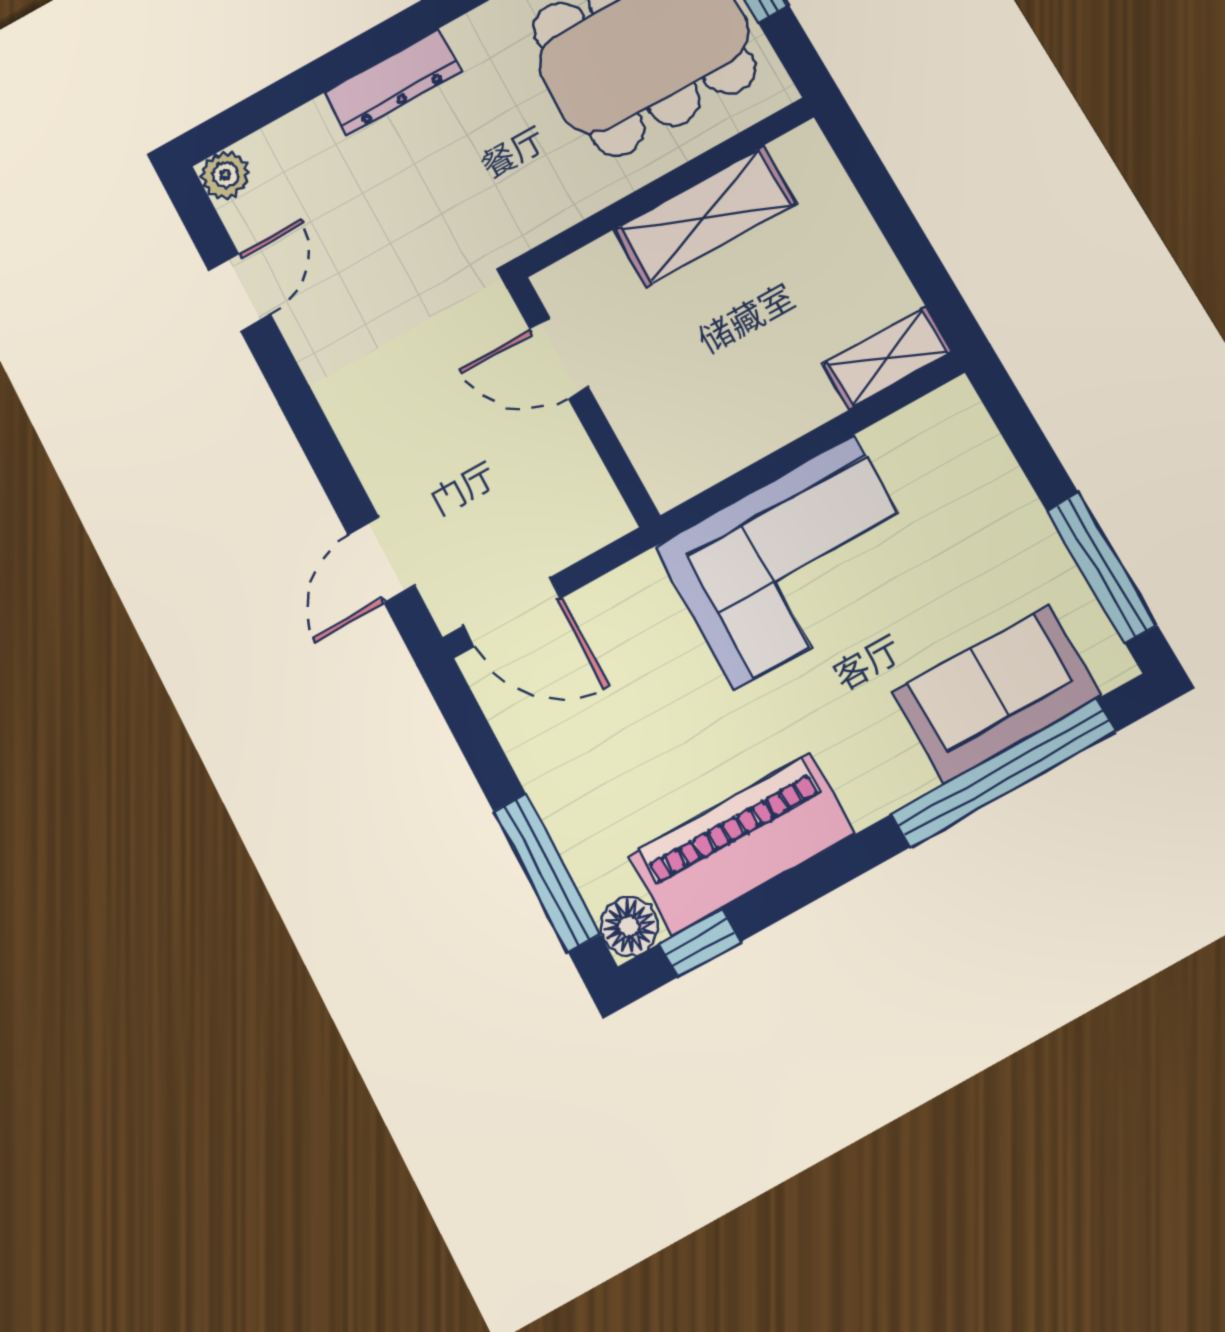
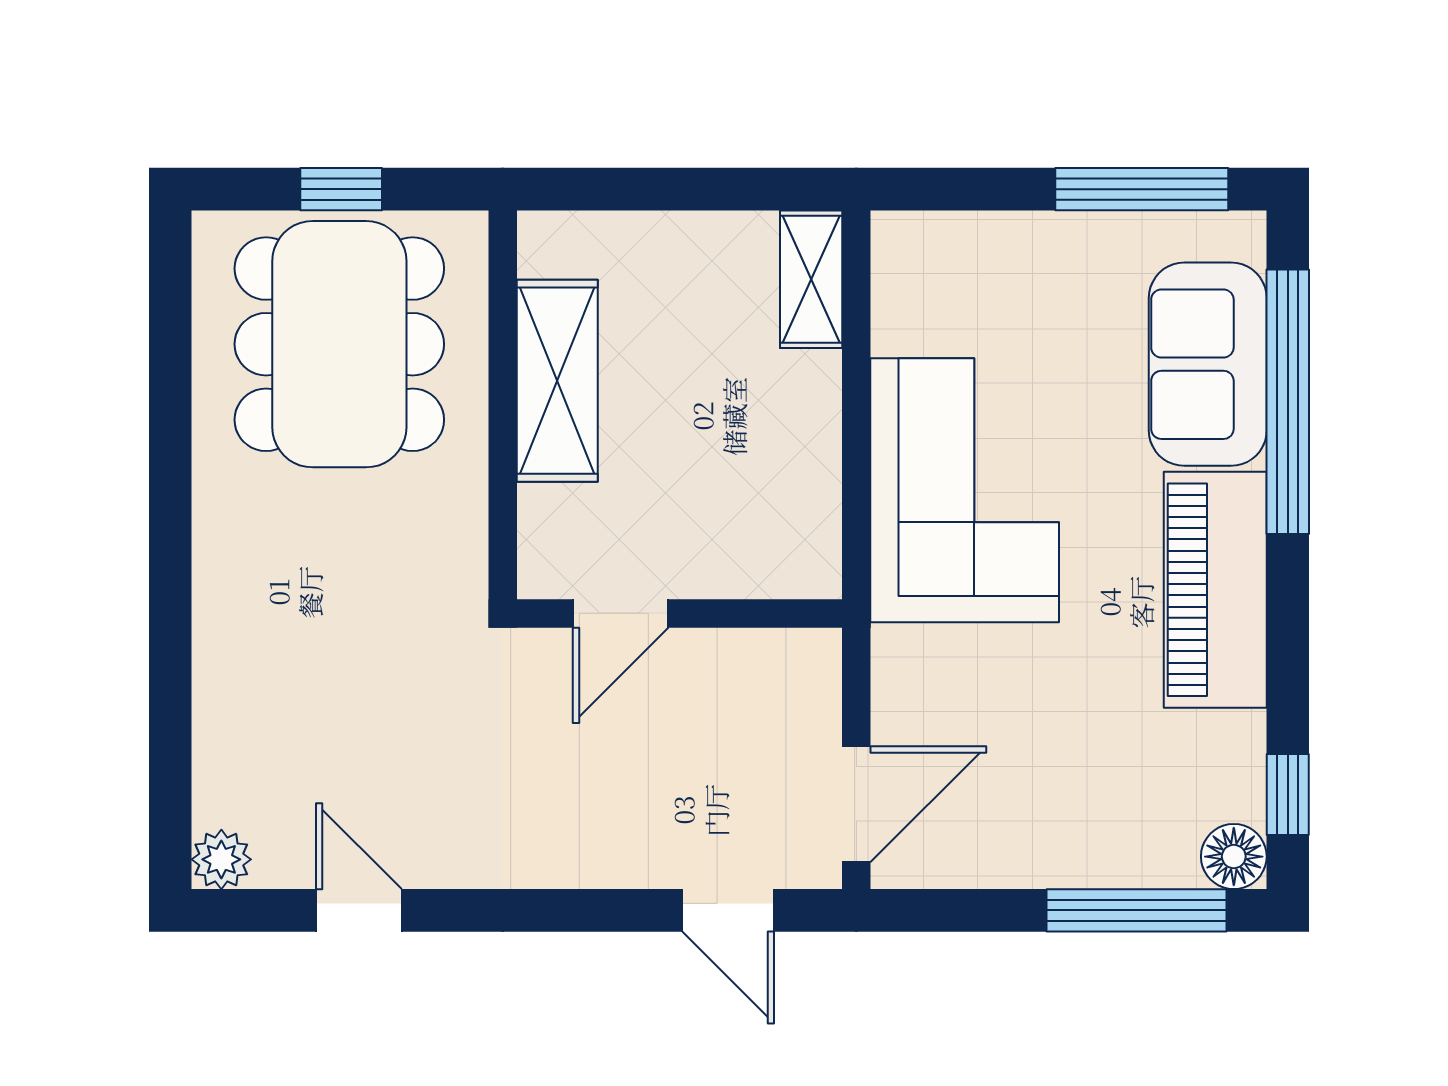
dresser: (392, 82) -> (222, 628), removed
piano: (742, 844) -> (1215, 590), moved

